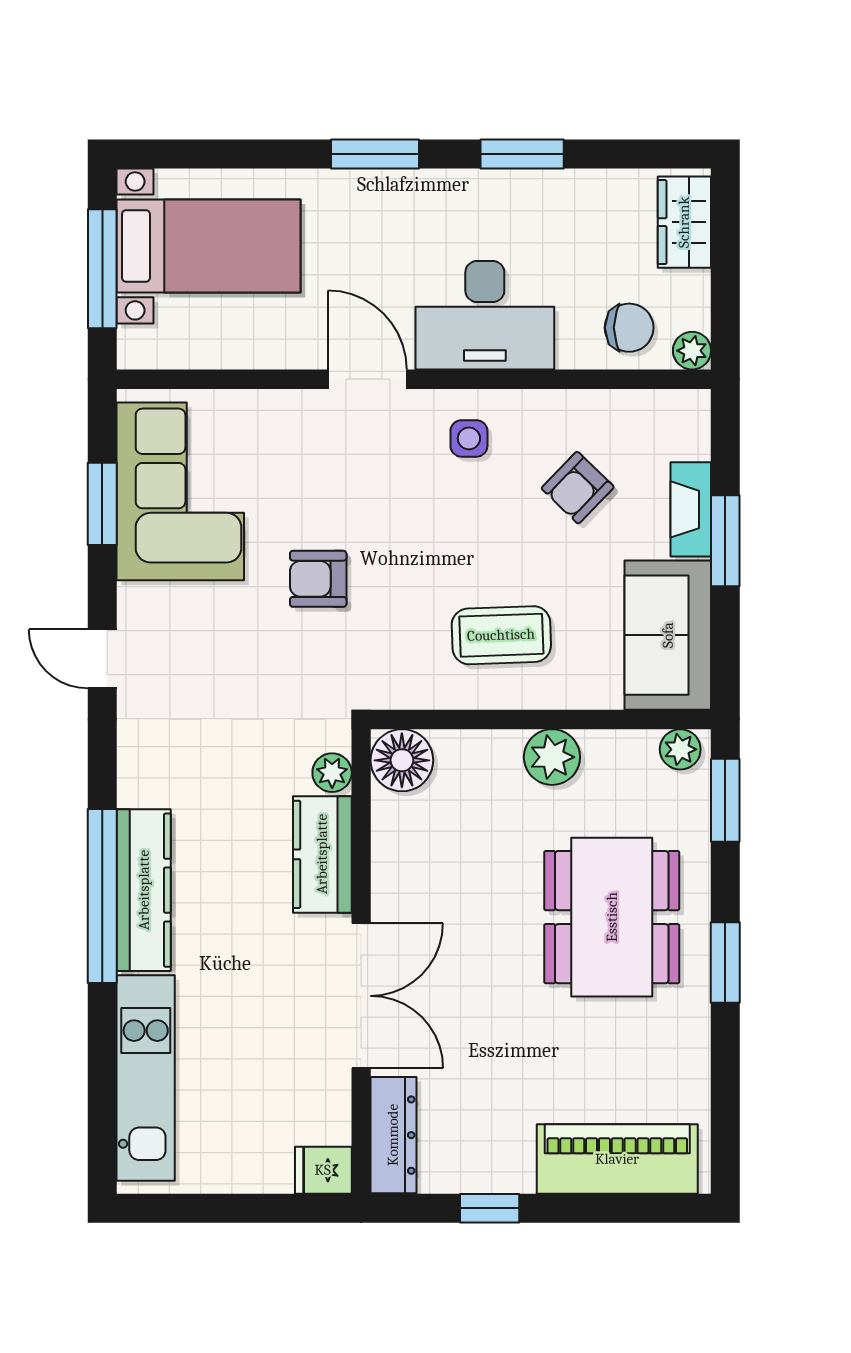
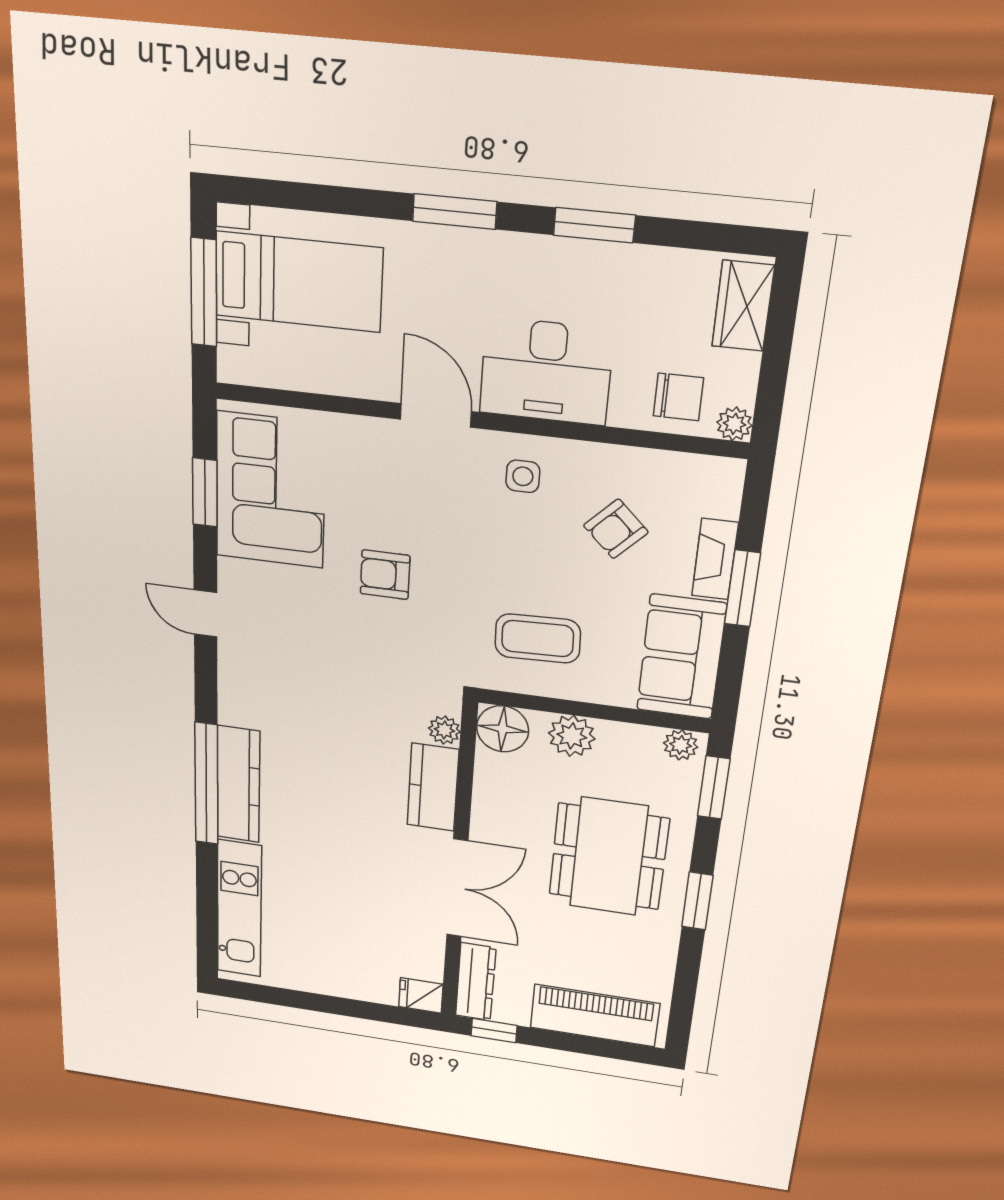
floor lamp: (402, 760) -> (503, 729), moved
plant: (332, 773) -> (444, 730), moved
kitchen counter: (322, 854) -> (433, 787), moved
wall: (361, 961) -> (459, 865), moved
double door: (361, 996) -> (457, 888), moved
dresser: (393, 1135) -> (476, 982), moved
fridge: (323, 1170) -> (421, 995), moved

